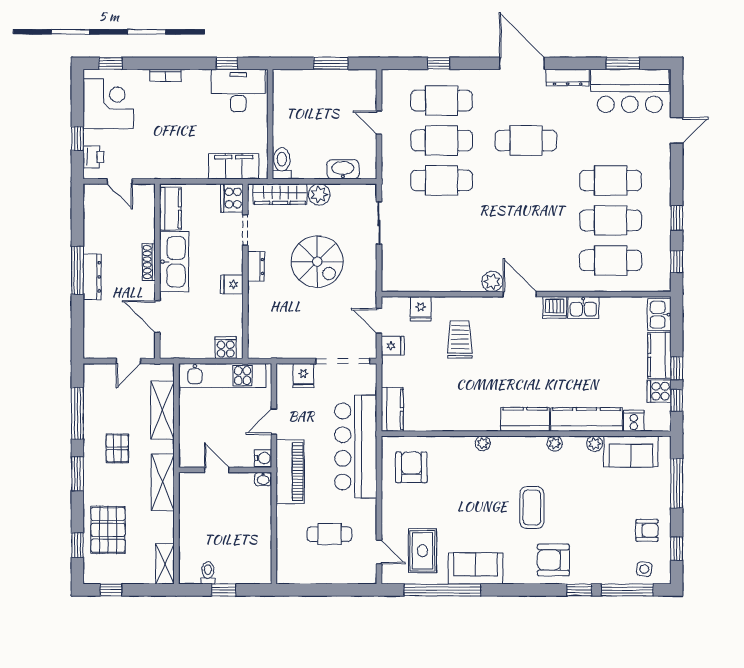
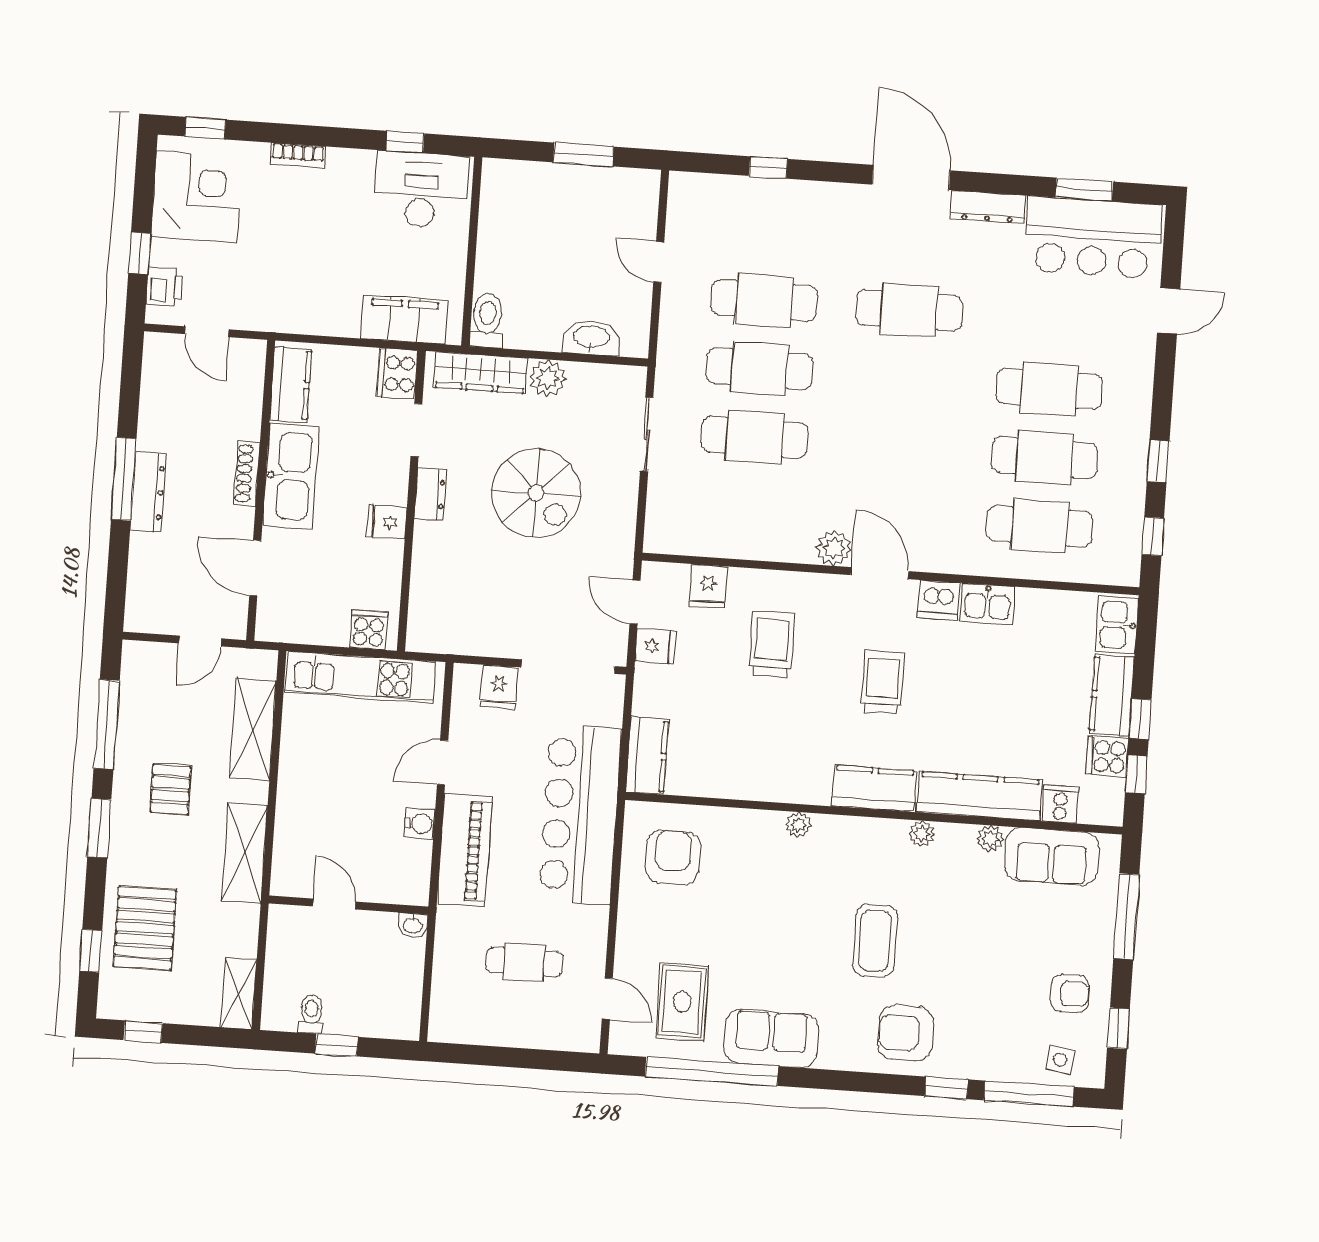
cafe table: (442, 101) -> (755, 437), moved
trolley: (526, 357) -> (883, 682), added
door: (217, 470) -> (334, 904), moved
wall: (225, 470) -> (349, 905), moved
washbasin: (263, 479) -> (413, 925), moved

